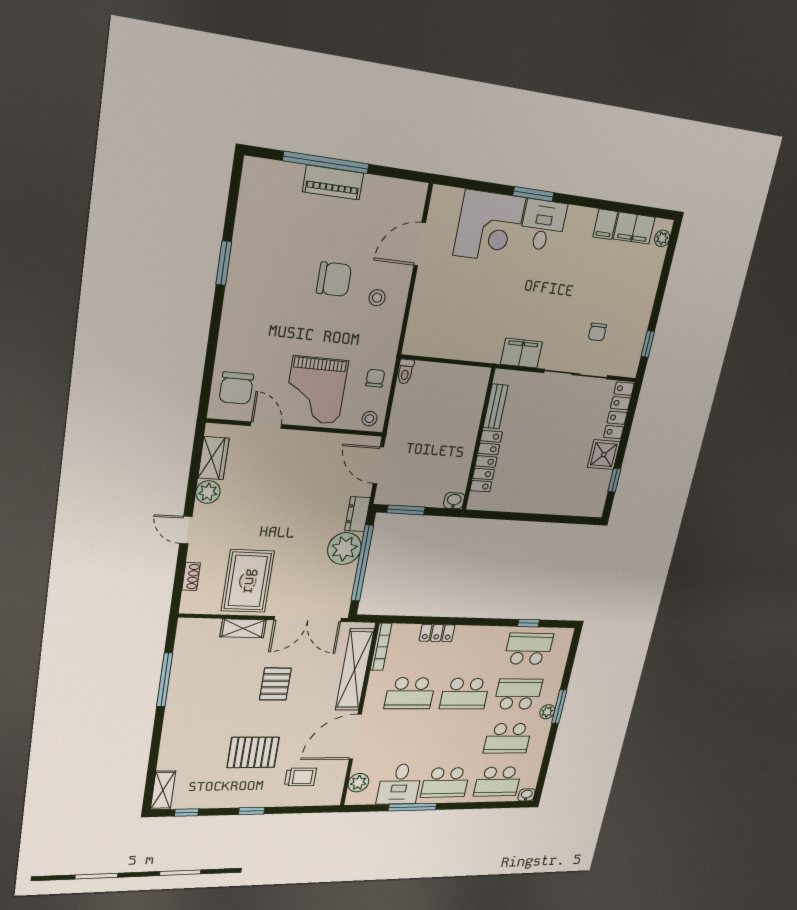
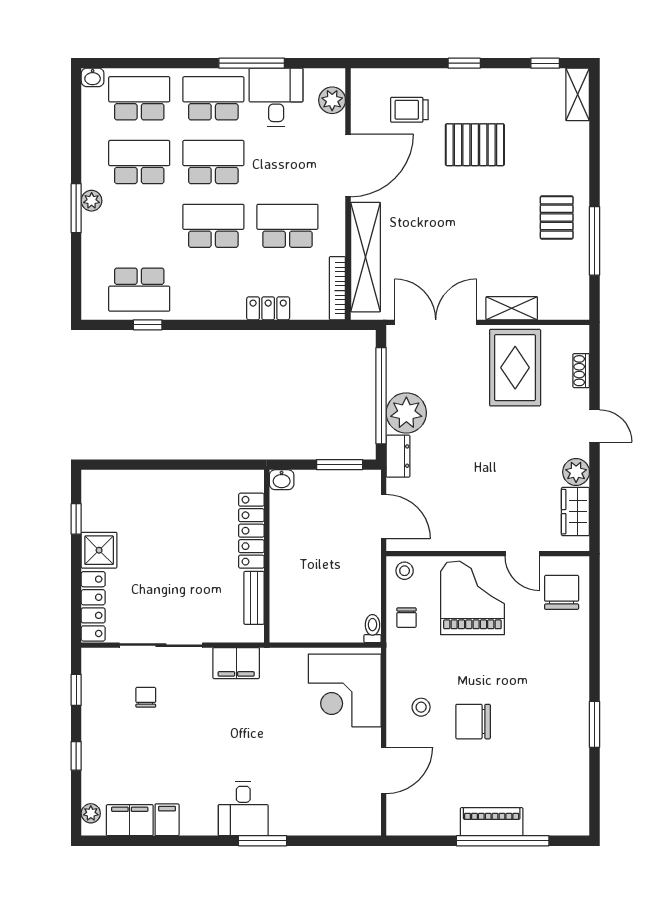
corner desk: (490, 227) -> (345, 690), moved, turned -90
window: (661, 289) -> (76, 756), added
pallet: (275, 684) -> (557, 217), moved
school desk: (518, 694) -> (213, 162), moved, turned 180

